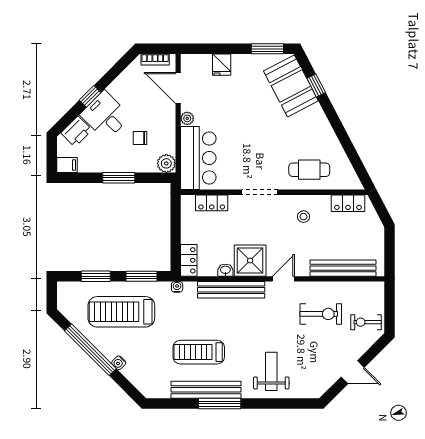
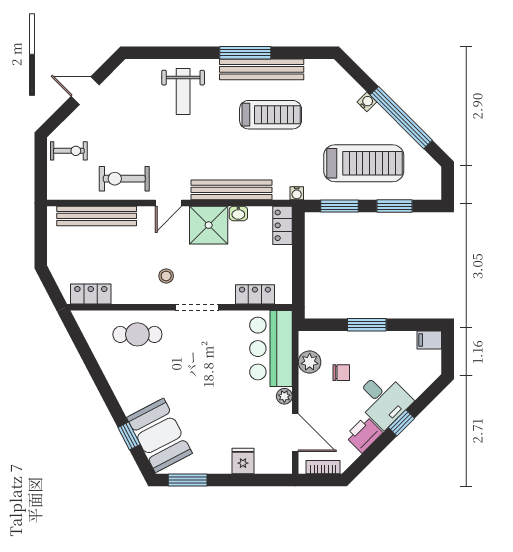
printer: (76, 131) -> (364, 434), moved
plant: (166, 163) -> (310, 362), moved
stool: (304, 217) -> (166, 276), moved
exercise bike: (321, 314) -> (124, 179), moved

